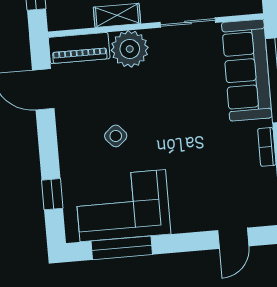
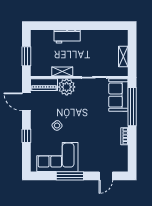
sofa: (247, 70) -> (118, 95), width x0.73
window: (52, 194) -> (26, 136), moved
window: (122, 248) -> (70, 176), moved

